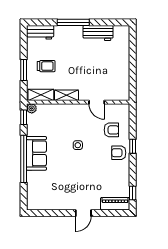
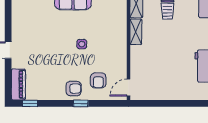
door: (97, 102) -> (128, 88), moved
armchair: (119, 153) -> (74, 89), turned 90

